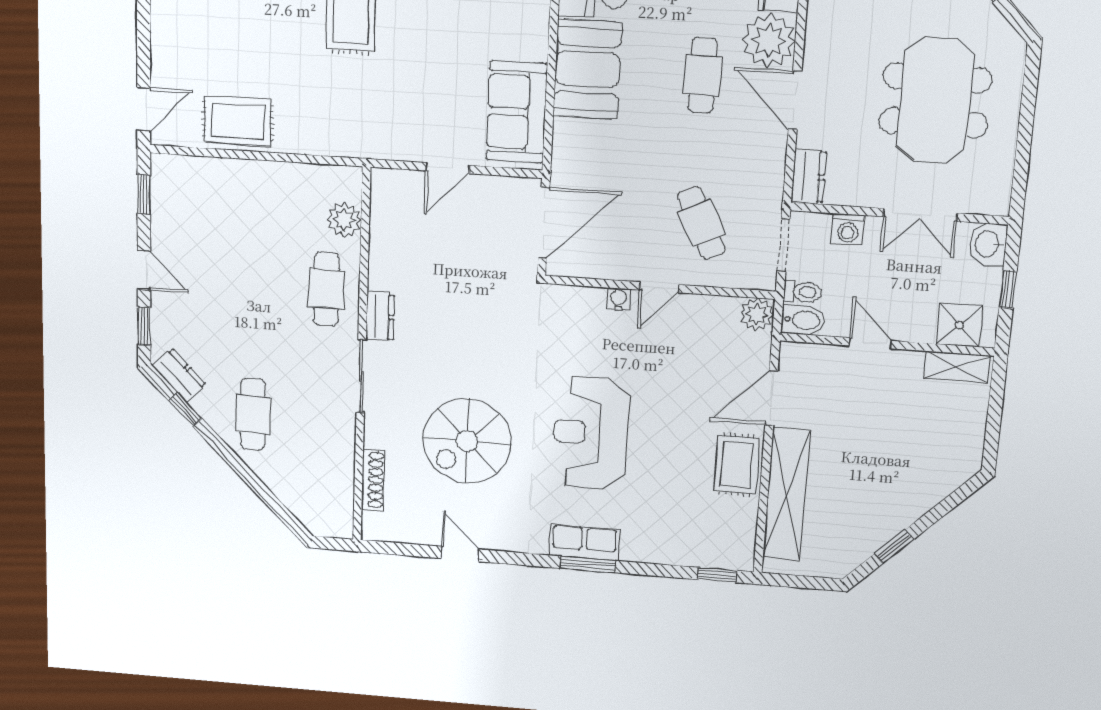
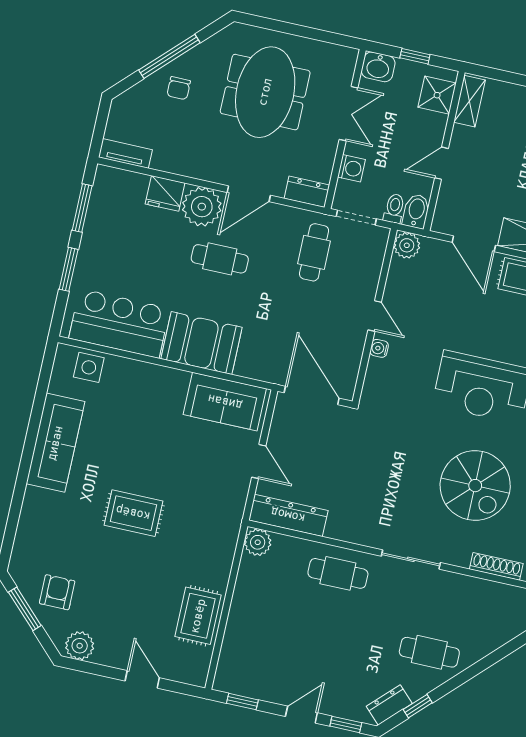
meeting table: (935, 101) -> (265, 92), turned 90
door: (144, 109) -> (142, 679), moved
plant: (344, 220) -> (258, 542), moved
cafe table: (701, 223) -> (314, 252), moved, turned -64
dresser: (380, 317) -> (288, 515), moved, width x1.96, depth x1.24

